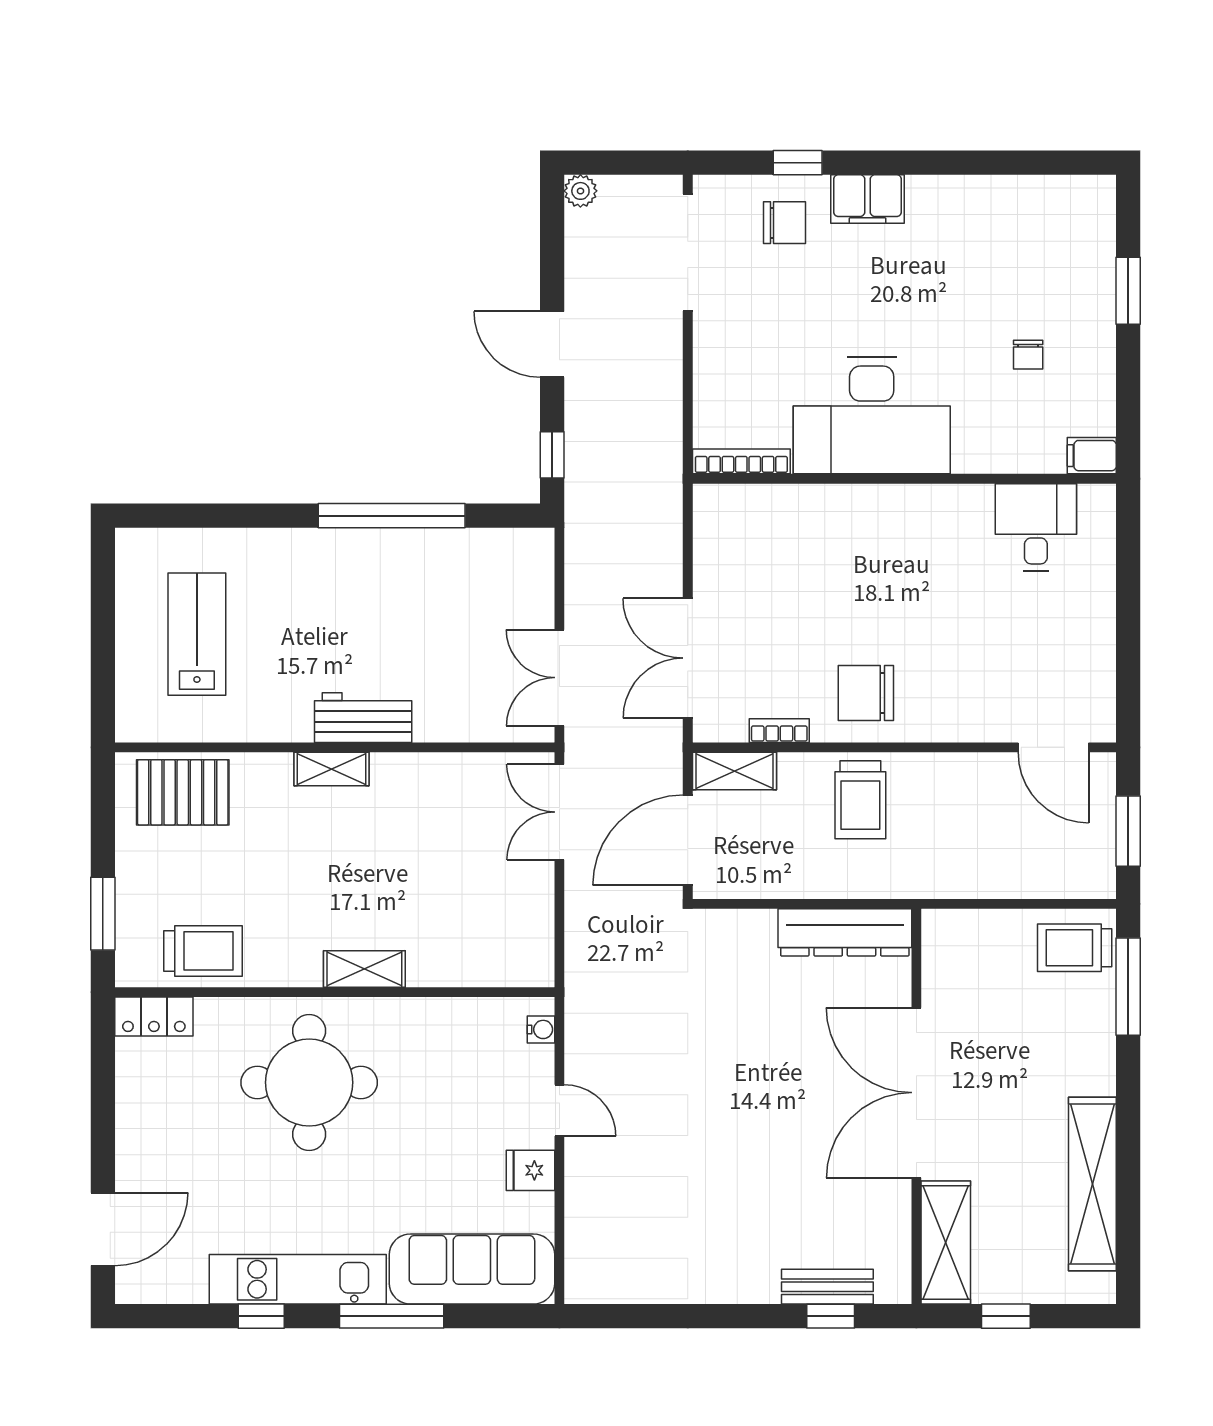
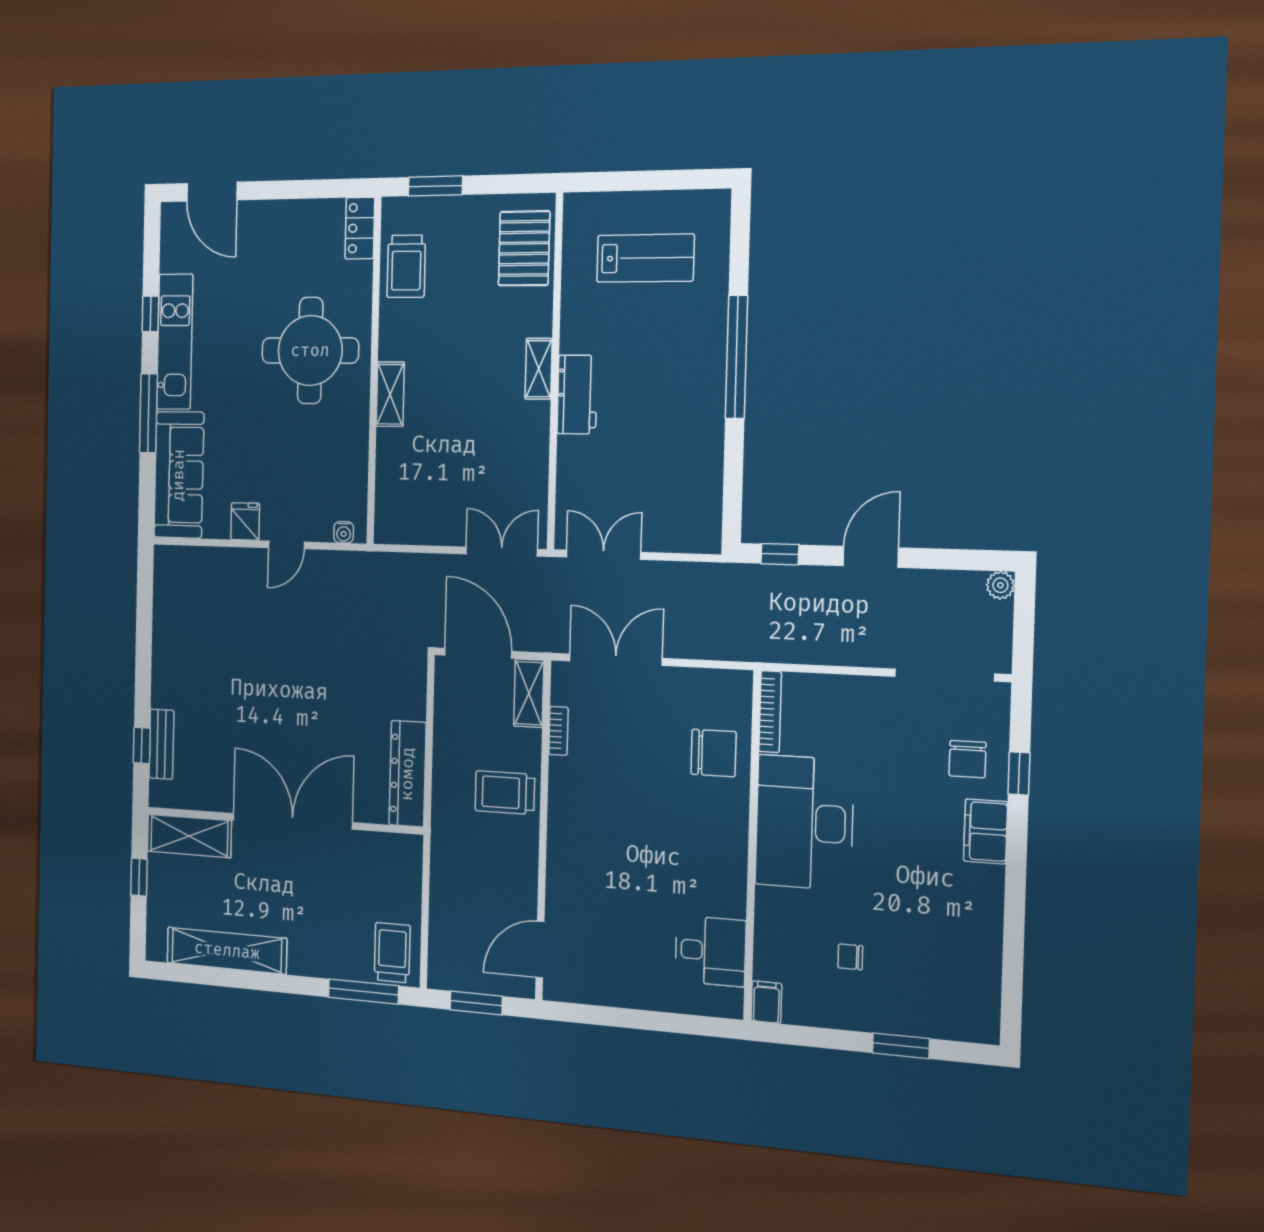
window: (392, 516) -> (736, 357), moved
chair: (866, 693) -> (713, 753), moved, turned 90

